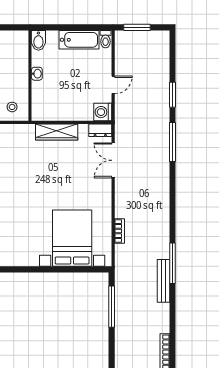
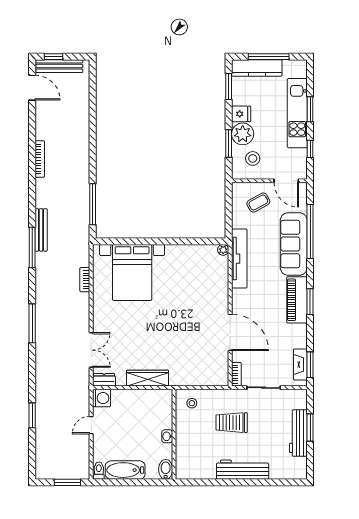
window: (172, 142) -> (32, 323), moved

